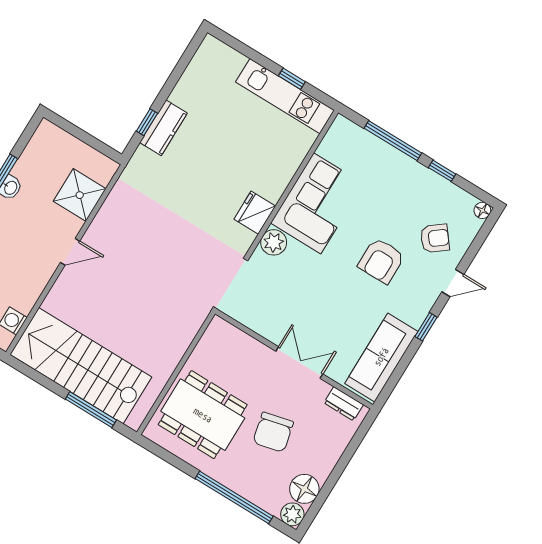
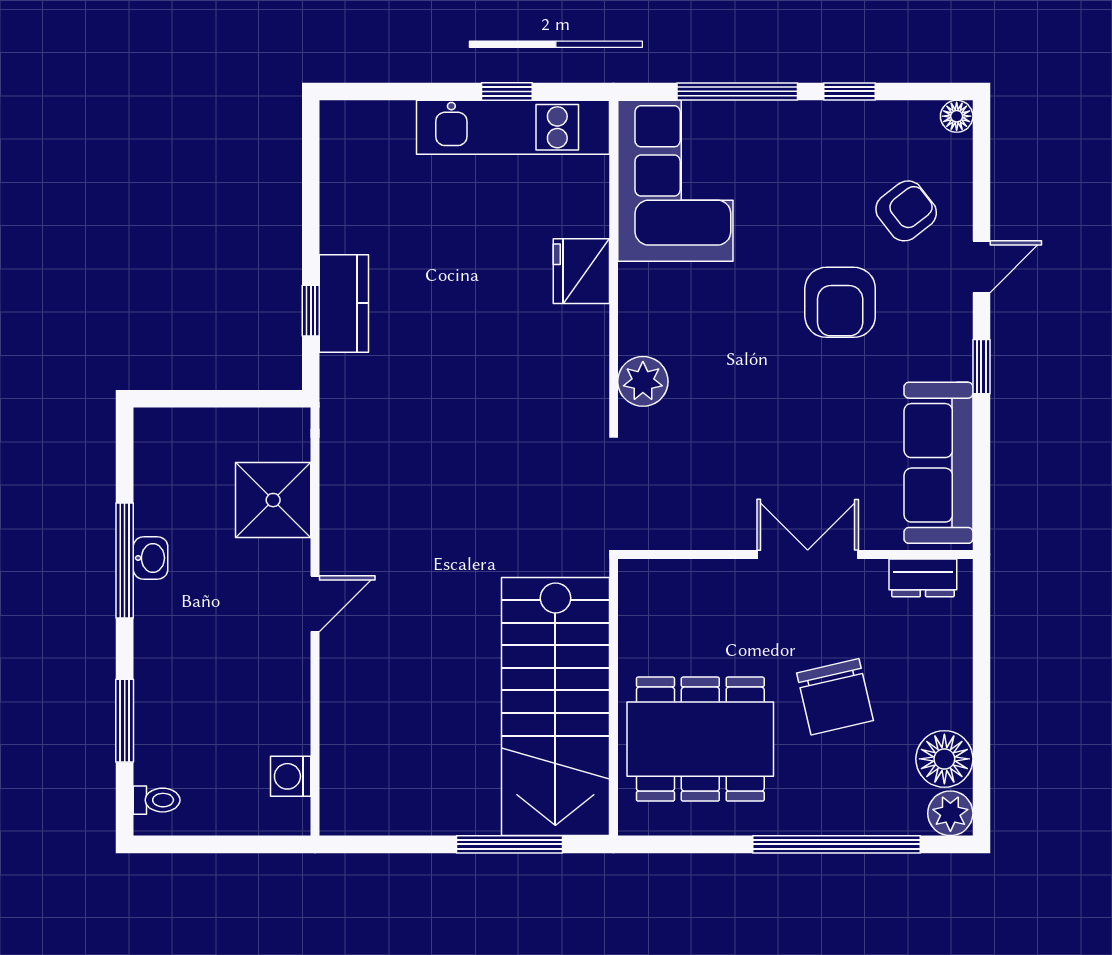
corner sofa: (317, 203) -> (675, 181), moved
fridge: (255, 213) -> (581, 271), moved
stairs: (81, 366) -> (555, 707), moved, turned -90

